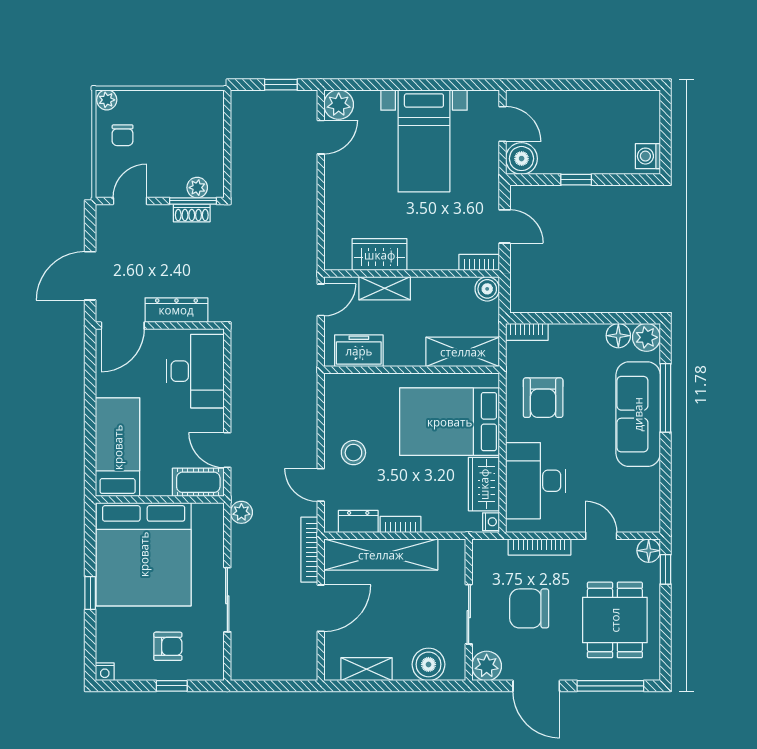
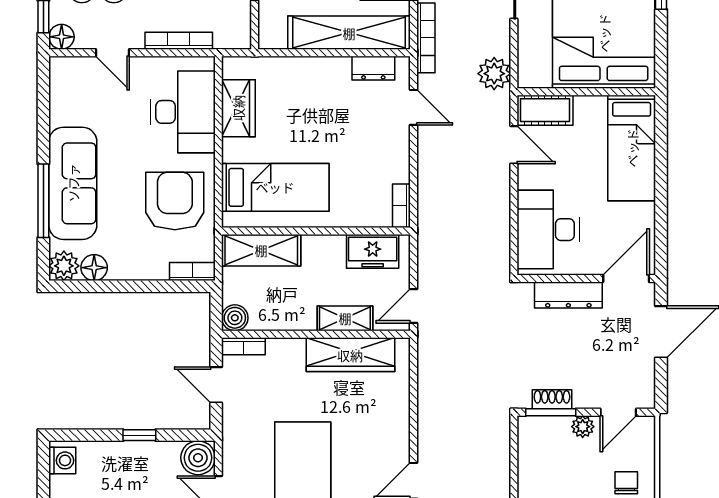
plant: (197, 188) -> (583, 427), moved
wardrobe: (380, 255) -> (350, 355), width x1.50
armchair: (543, 398) -> (175, 201), width x1.36, depth x1.36
bed: (450, 422) -> (275, 187), width x0.67
stool: (353, 453) -> (378, 142), removed
plant: (241, 512) -> (494, 74), width x1.38, depth x1.38
nightstand: (491, 522) -> (231, 68), removed
bookcase: (401, 525) -> (401, 206), moved, turned 90

